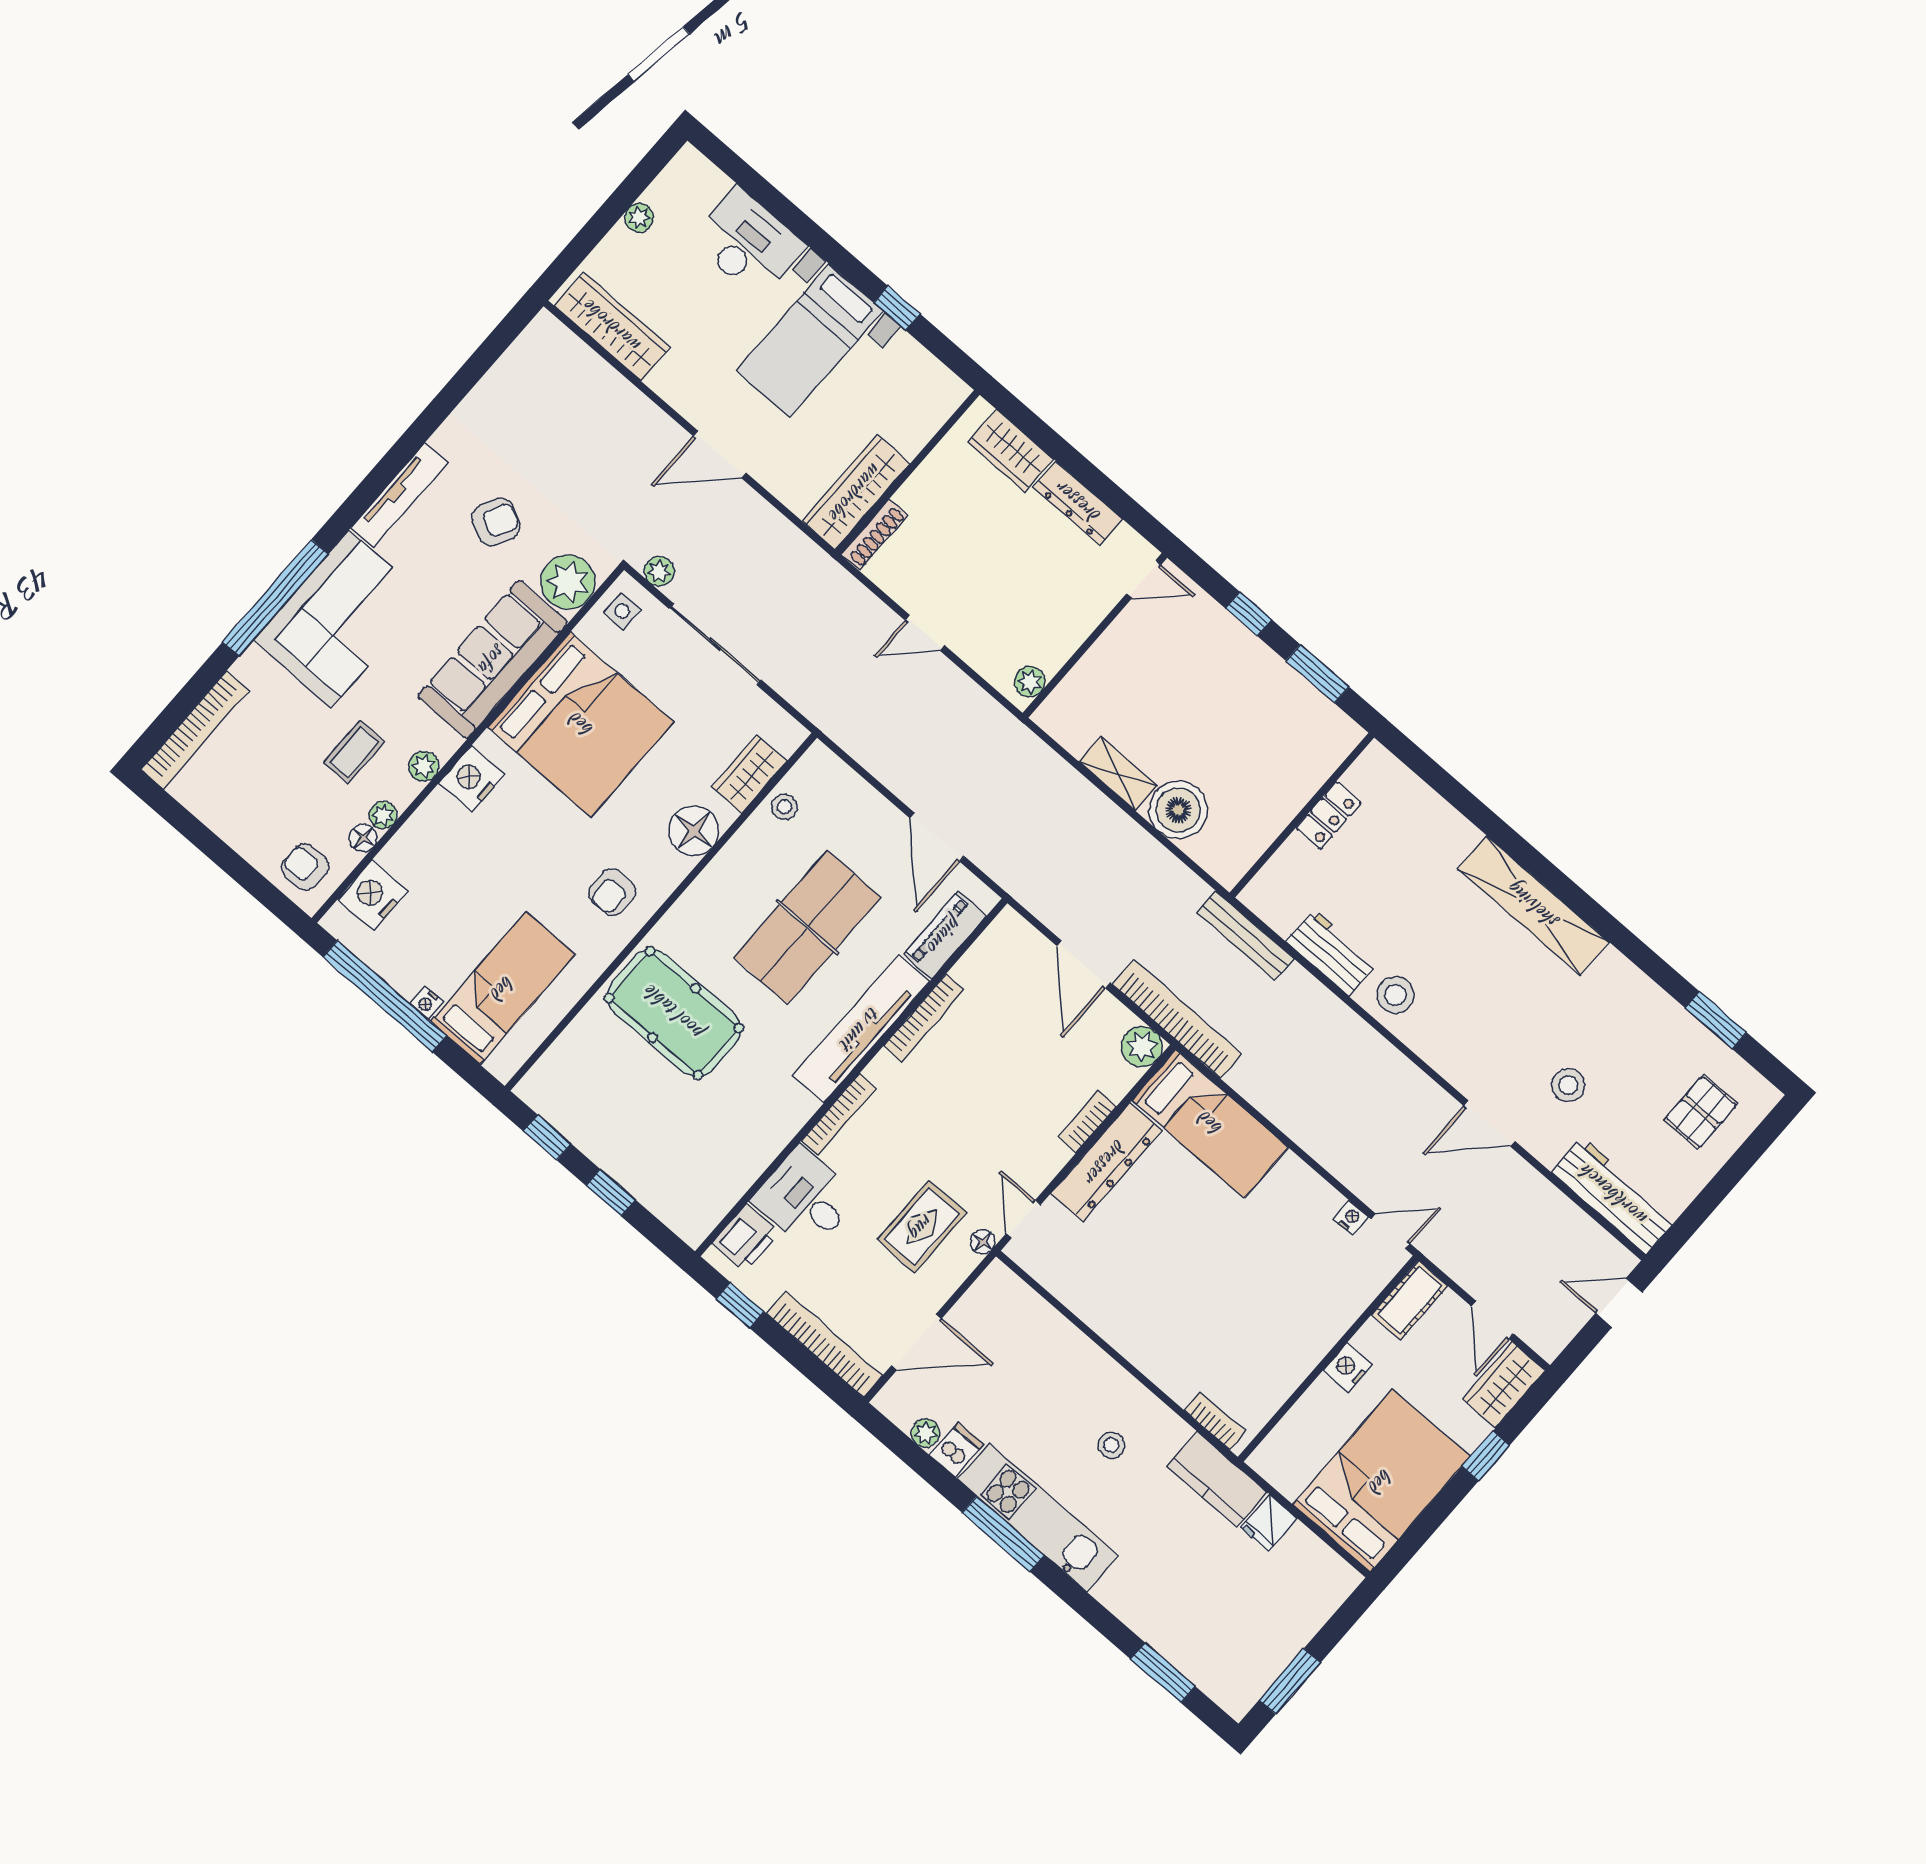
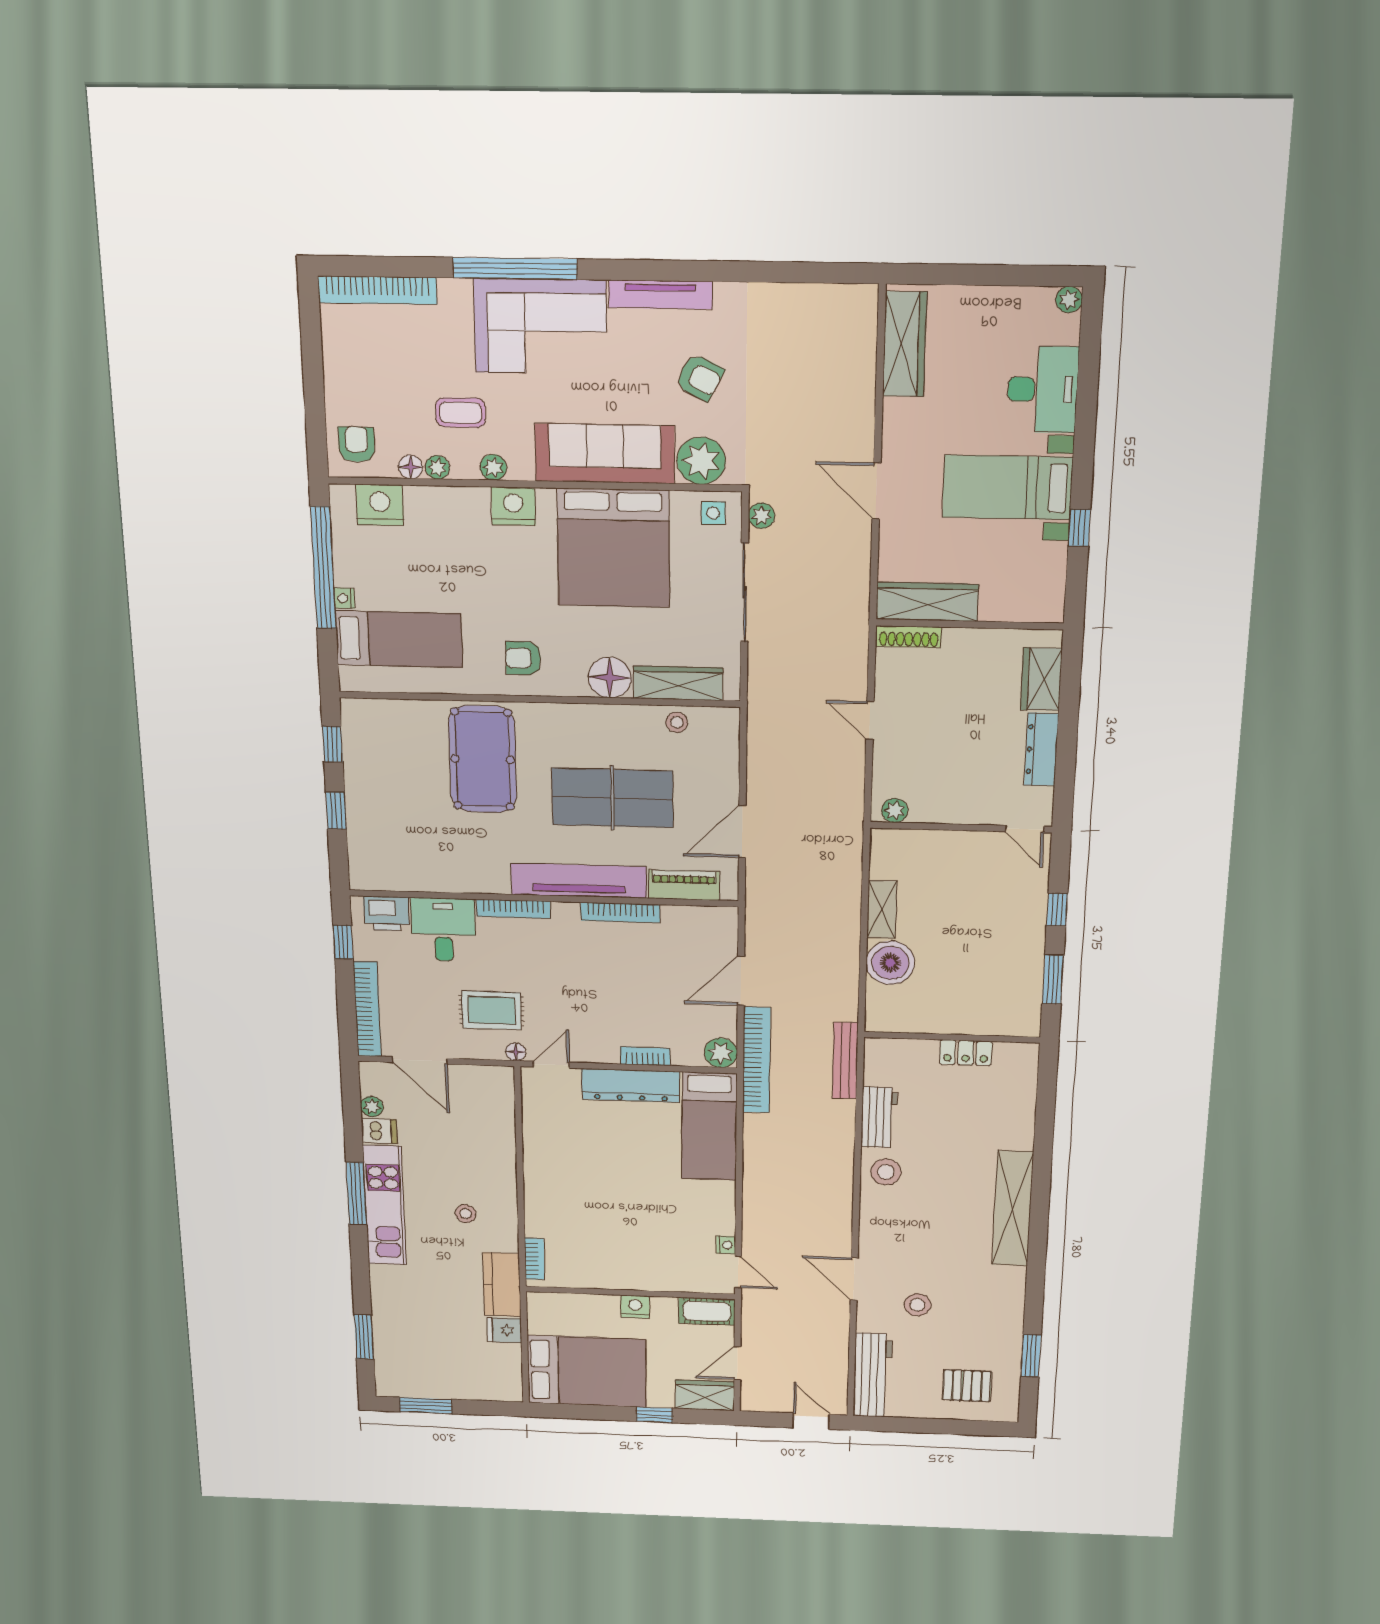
plant: (639, 218) -> (1069, 300), moved
wardrobe: (749, 774) -> (678, 683), width x1.50

